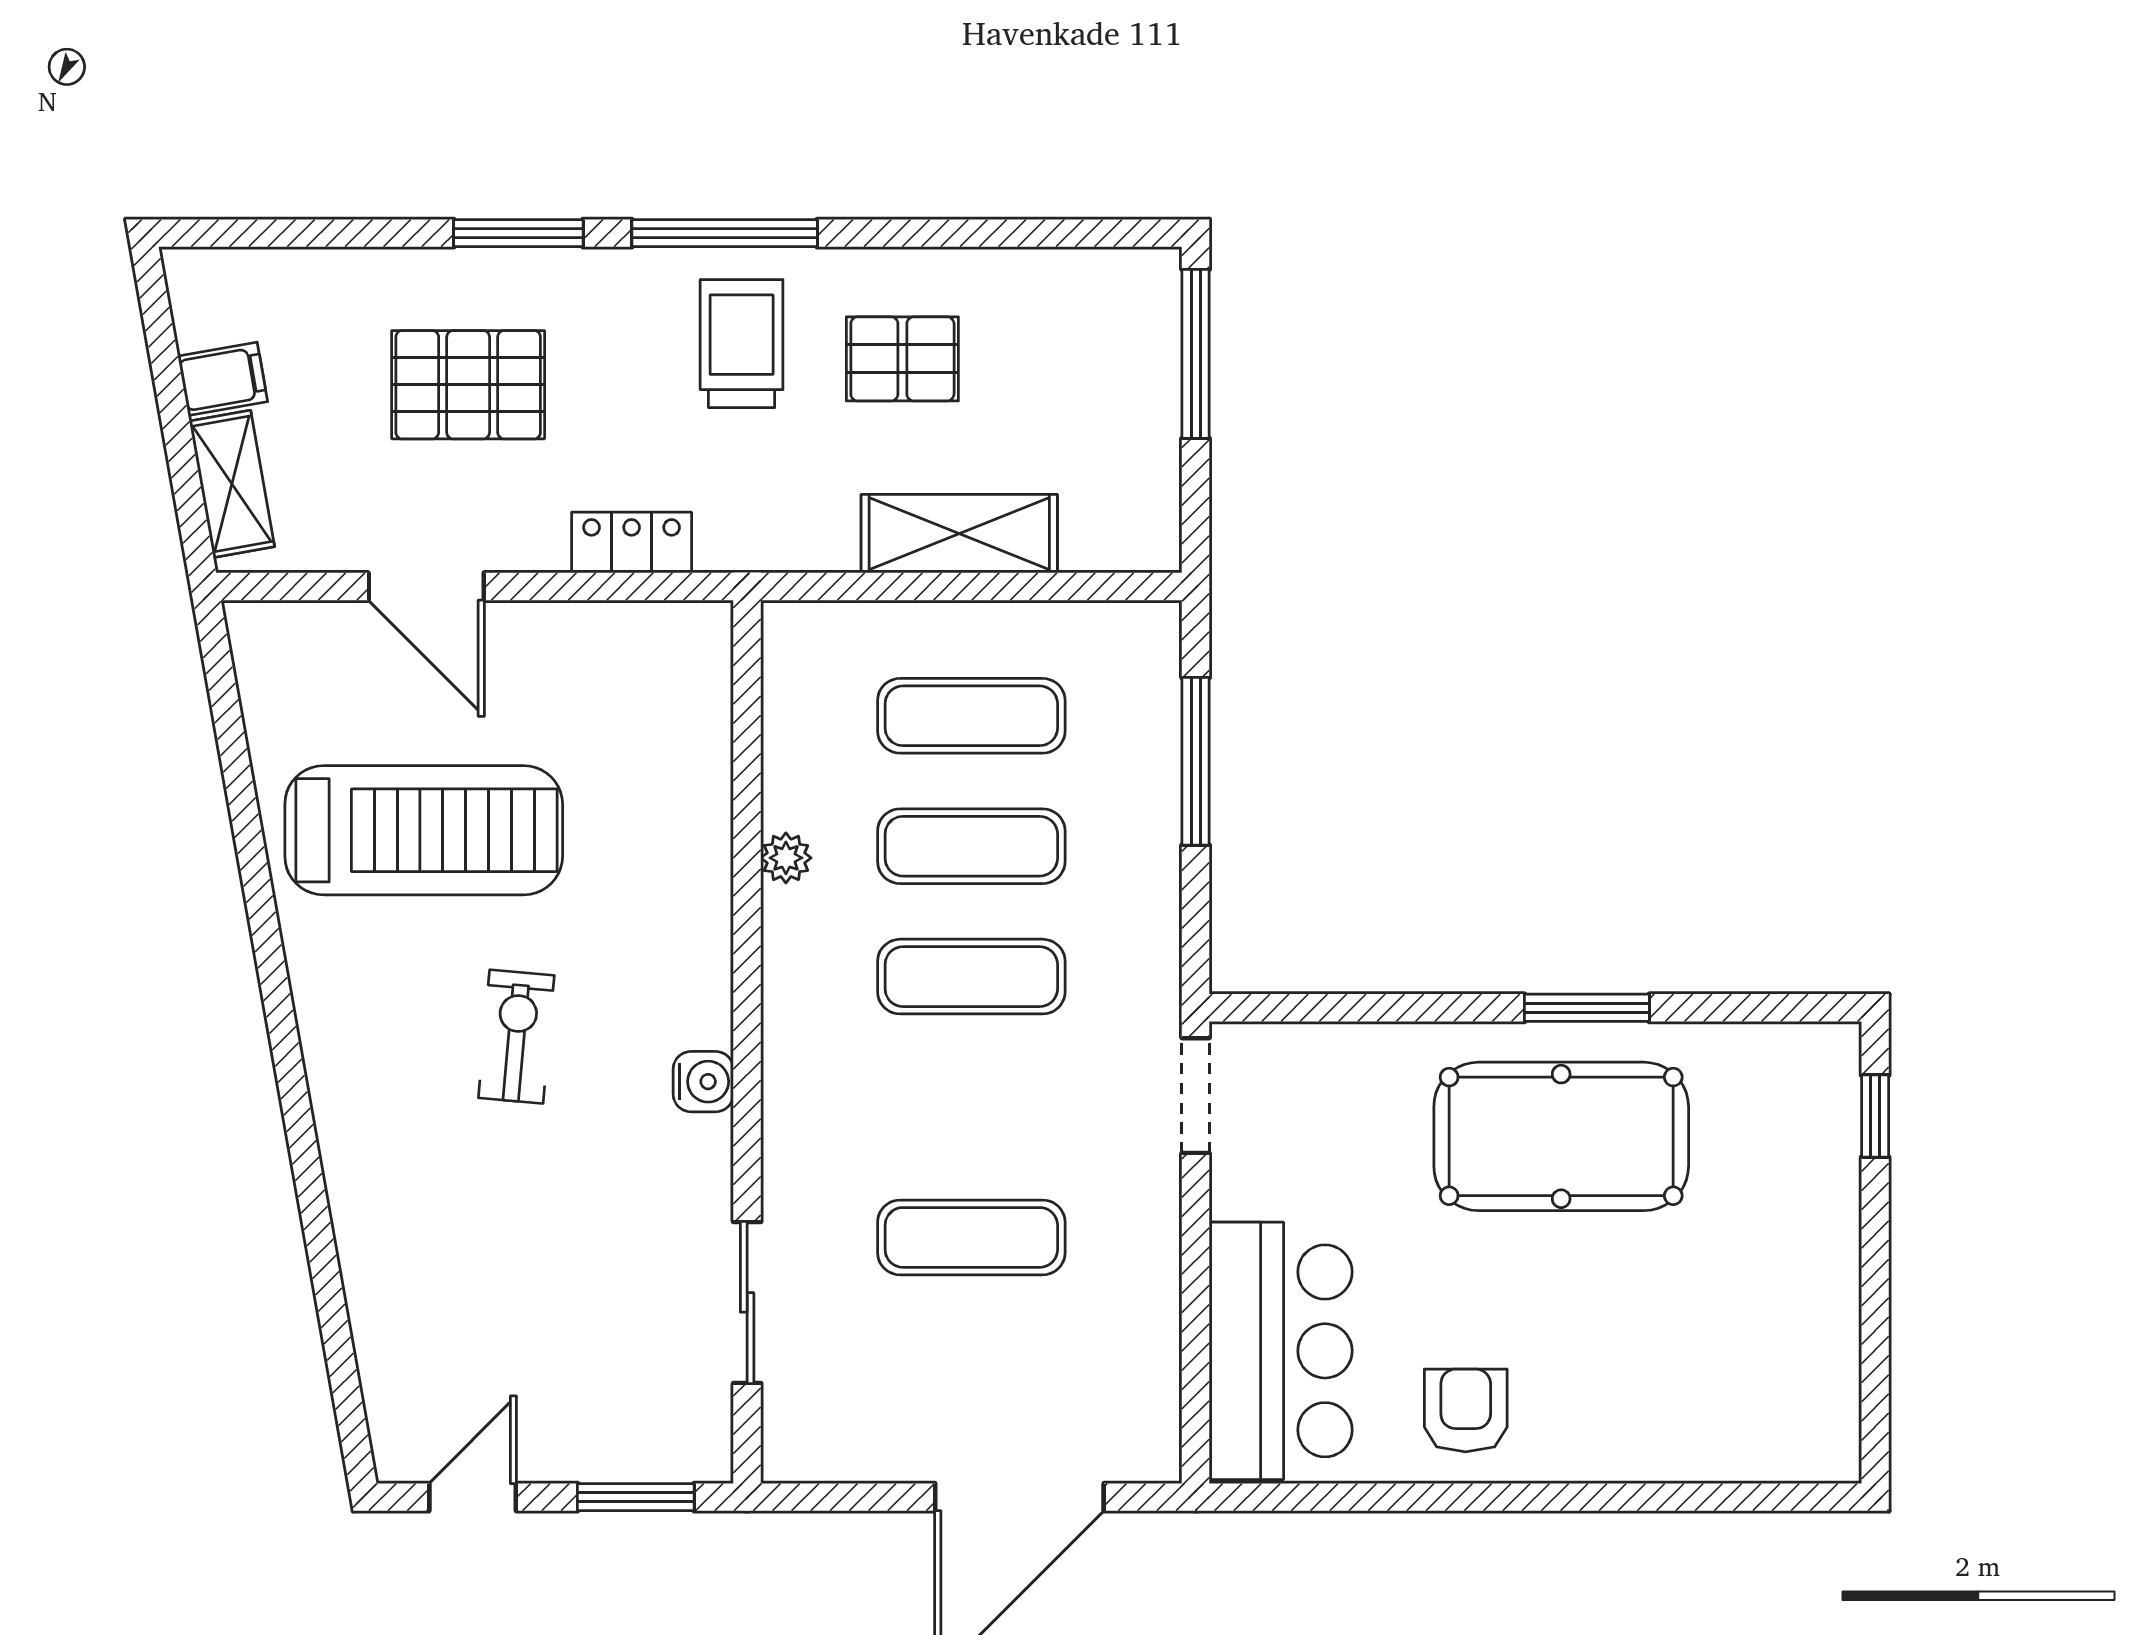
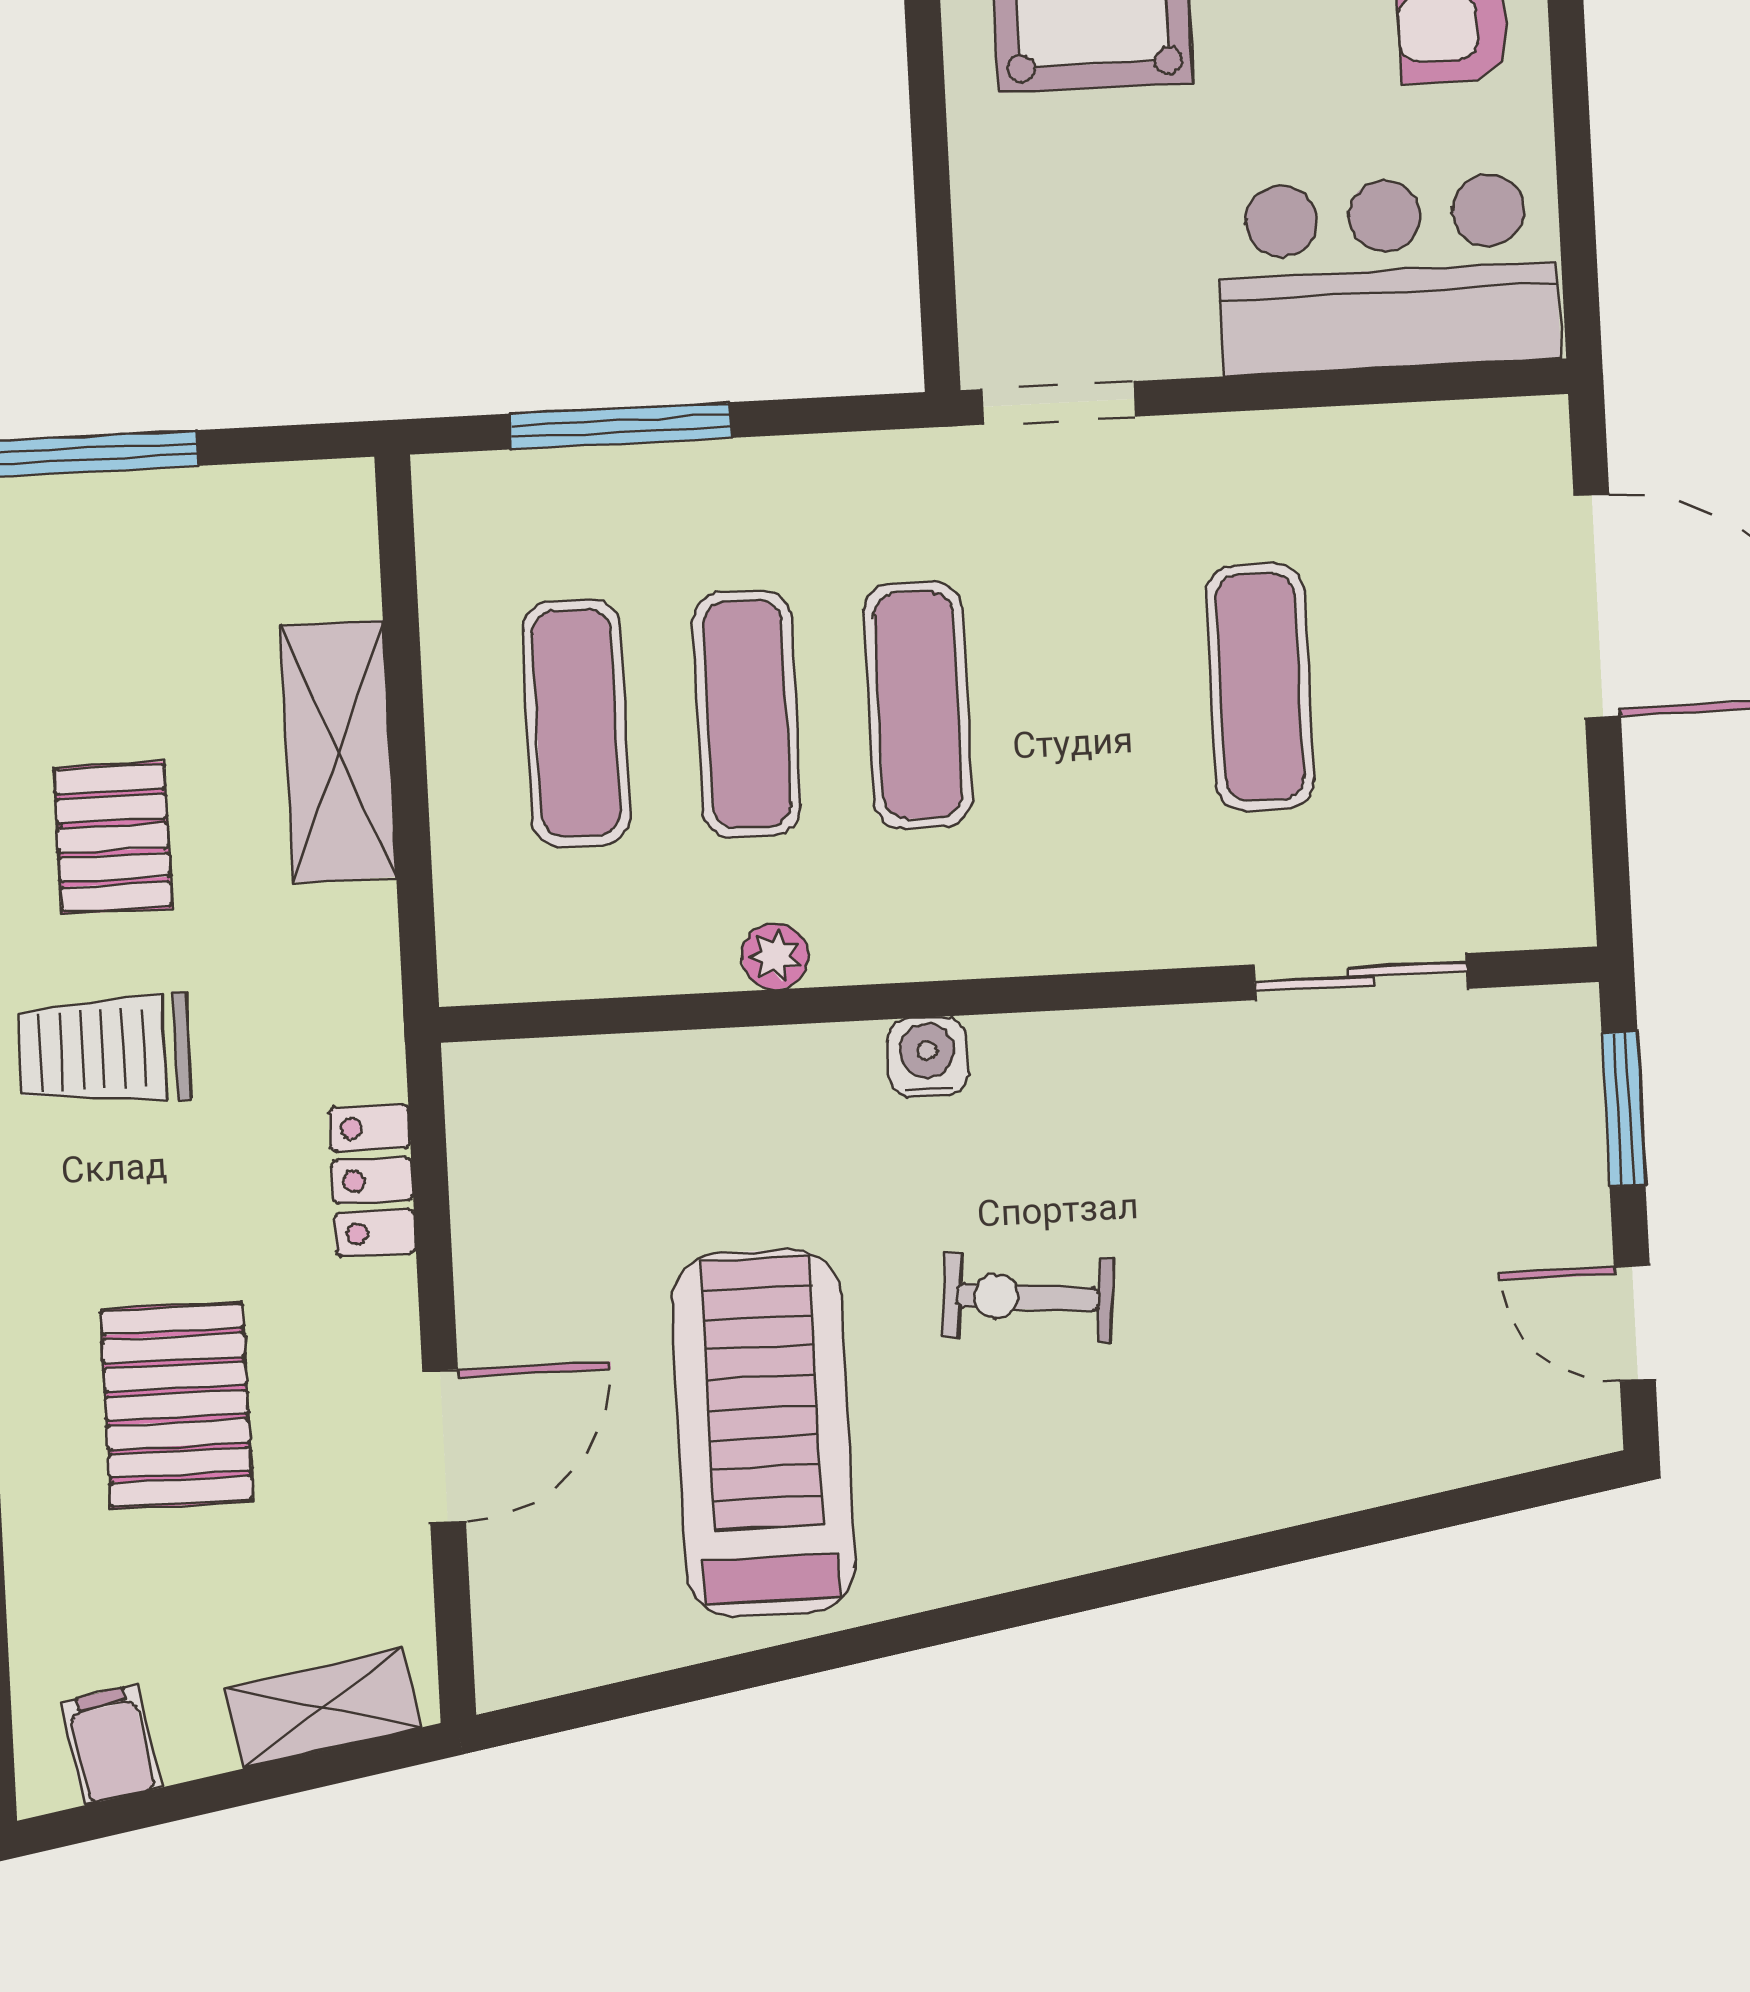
filing cabinet: (223, 379) -> (111, 1745), moved
water cooler: (703, 1082) -> (928, 1057), moved

